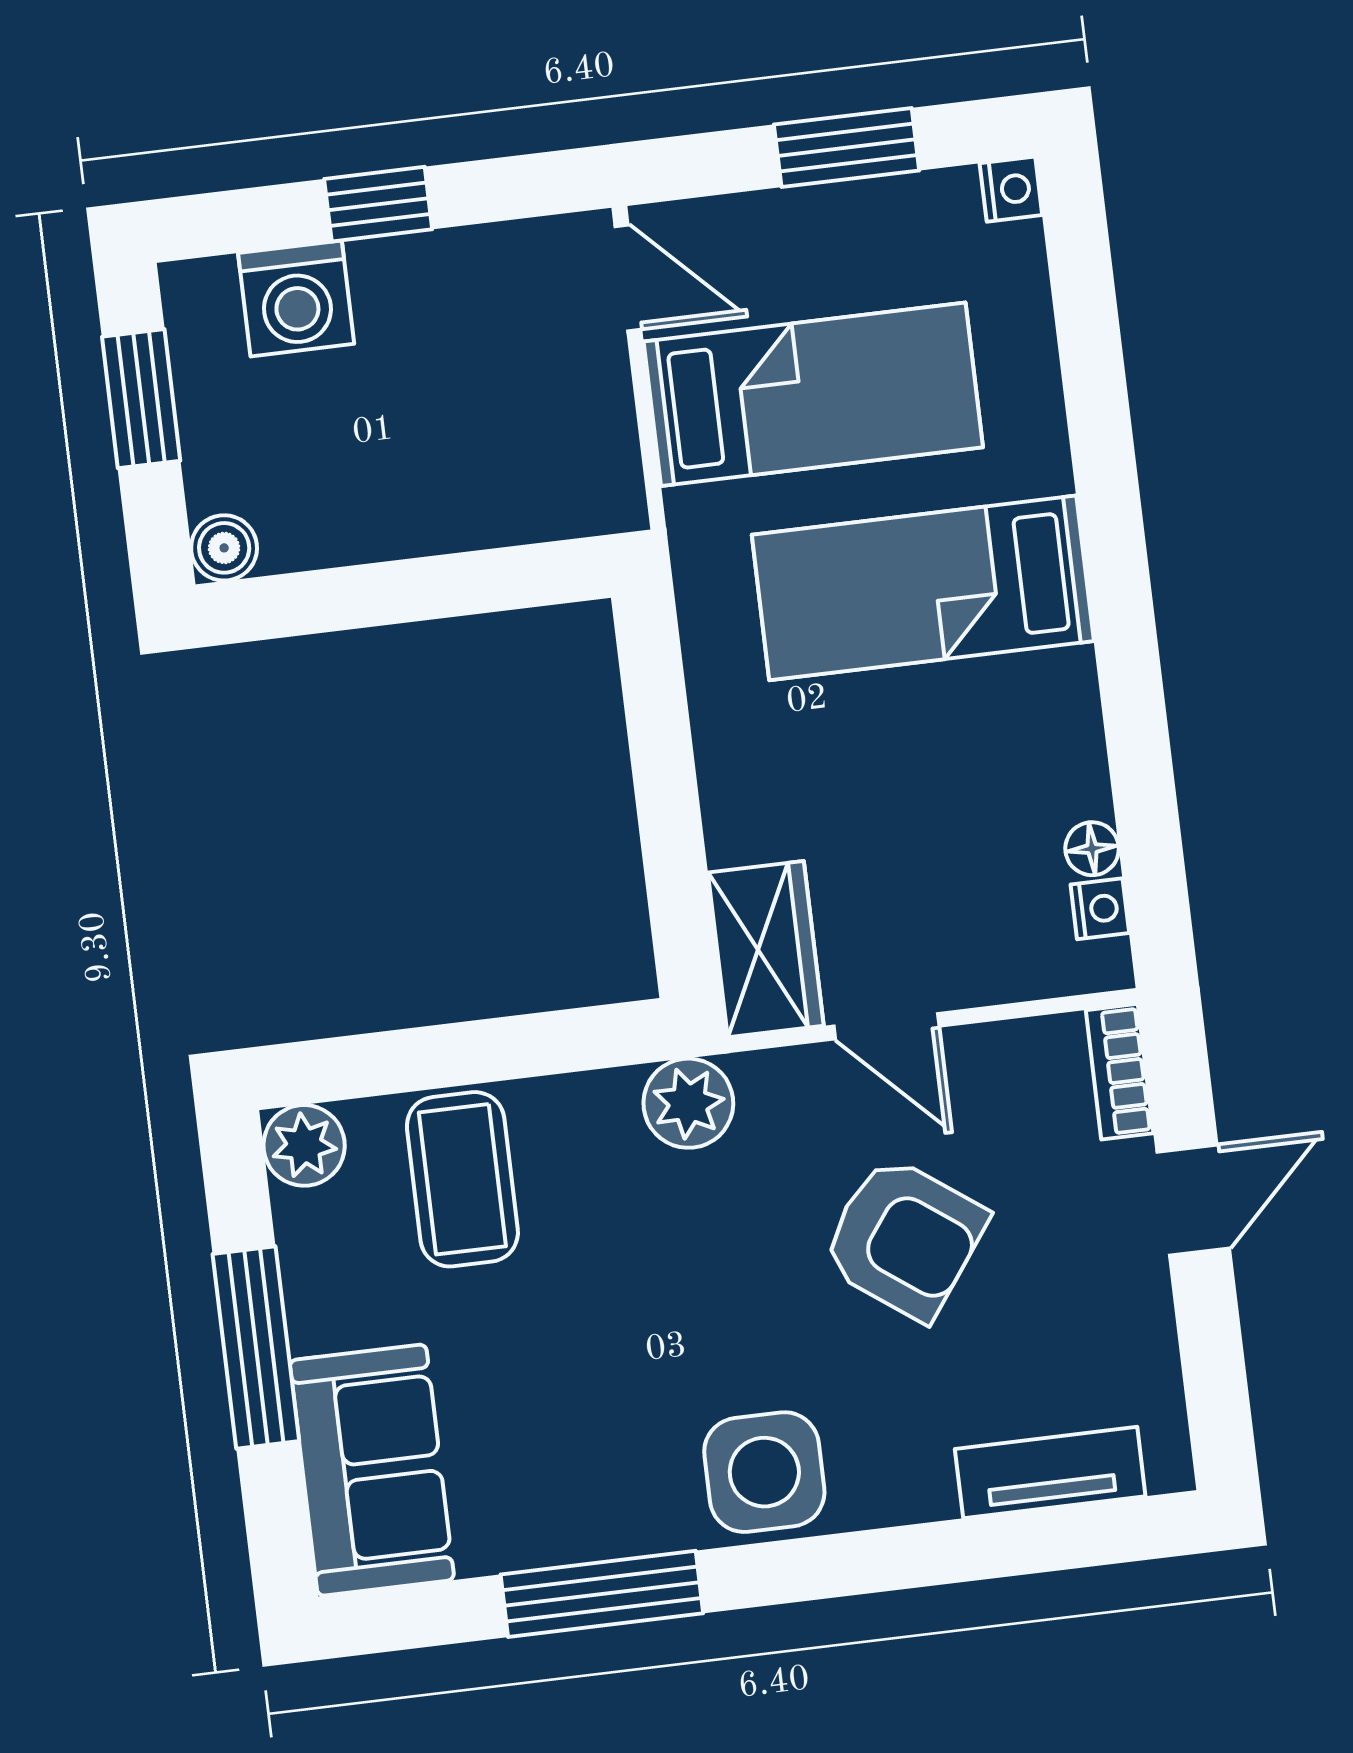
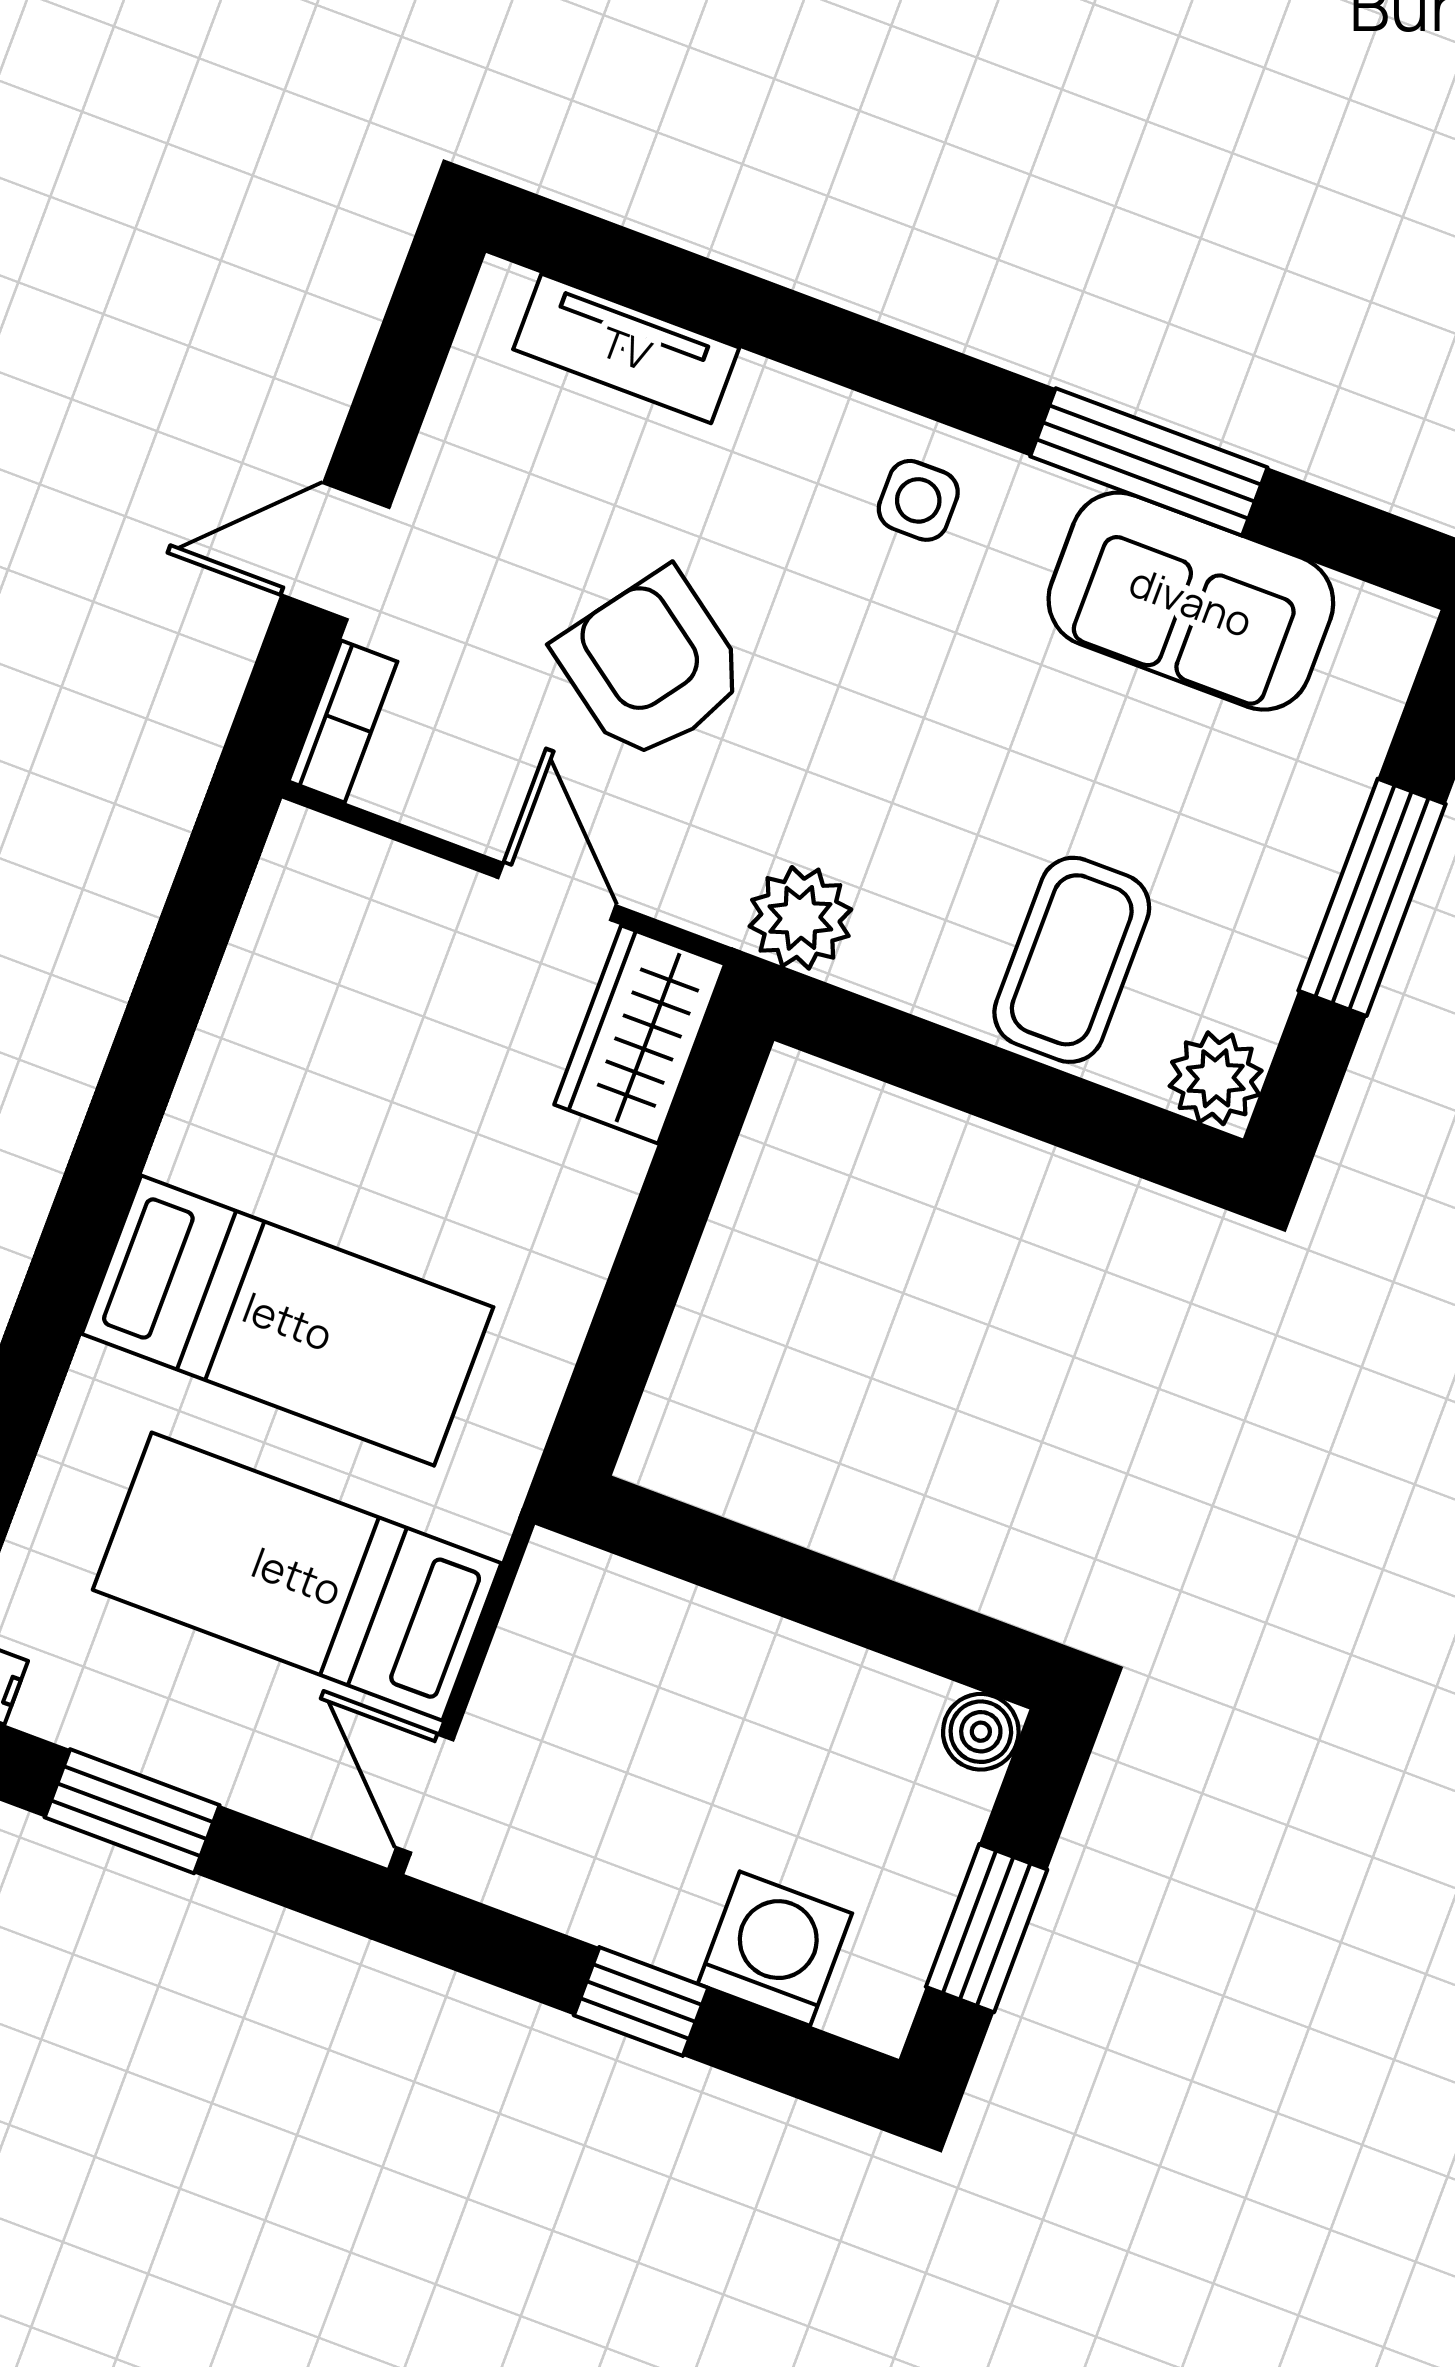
floor lamp: (1092, 849) -> (253, 964), removed
nightstand: (1100, 909) -> (277, 899), removed
sofa: (372, 1470) -> (1191, 601), moved, turned -90
side table: (764, 1472) -> (918, 500), width x0.54, depth x0.54

